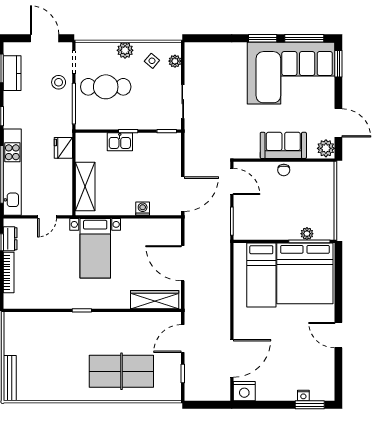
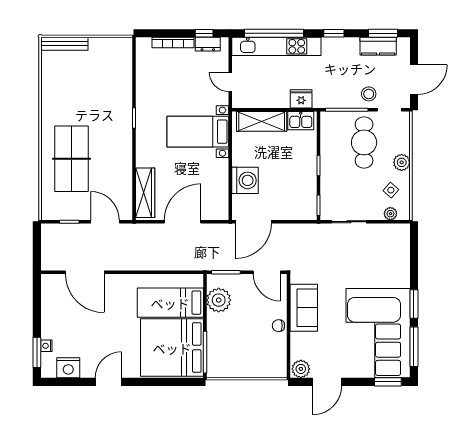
kitchen sink: (120, 142) -> (301, 121), moved, turned -90
sofa: (283, 145) -> (304, 308), moved
door: (232, 181) -> (267, 272), hinge flipped
door: (183, 194) -> (254, 222), hinge flipped
washing machine: (143, 209) -> (245, 180), width x1.89, depth x1.89
plant: (307, 234) -> (219, 300), moved, width x1.88, depth x1.88
nightstand: (244, 391) -> (68, 368), moved, turned -90

